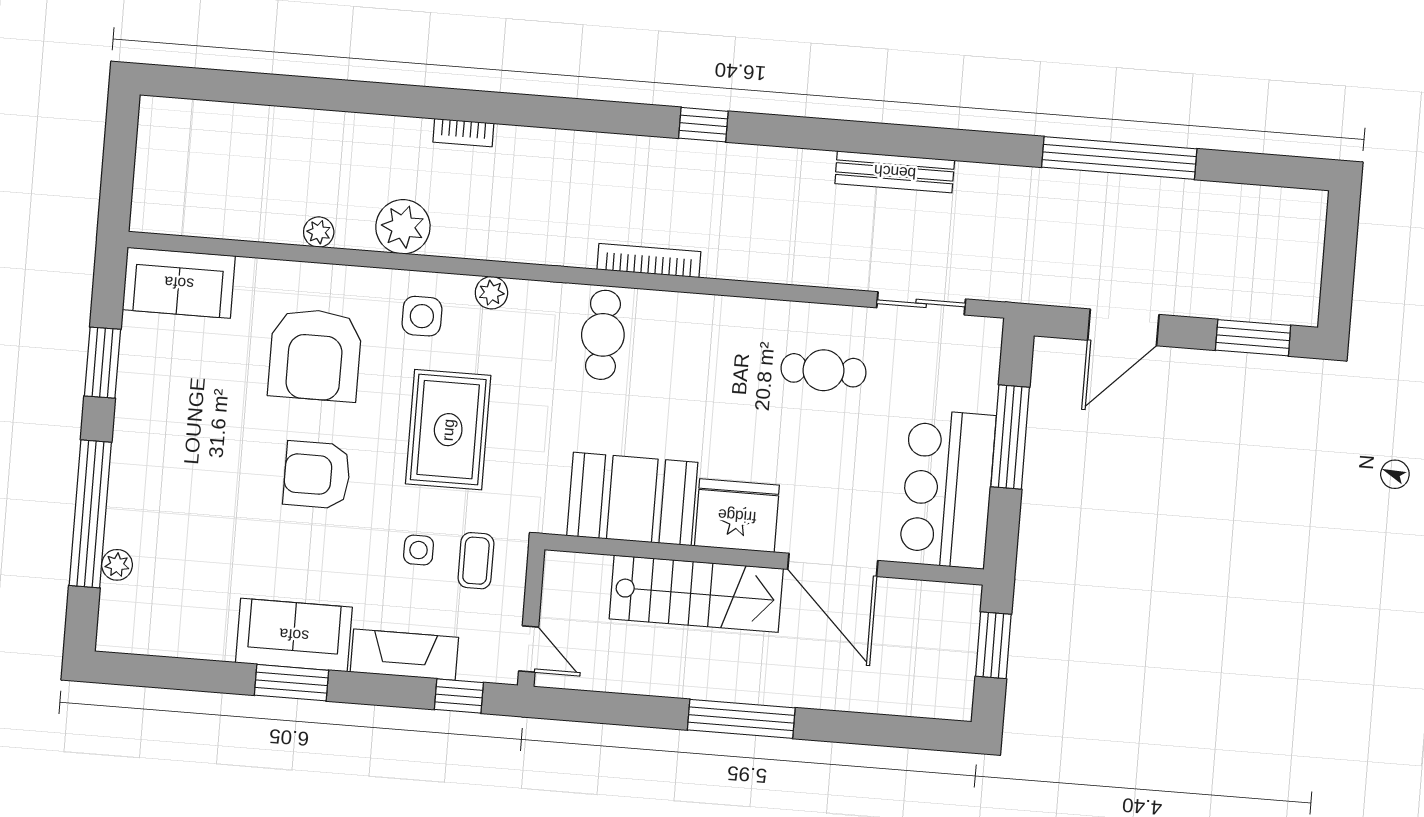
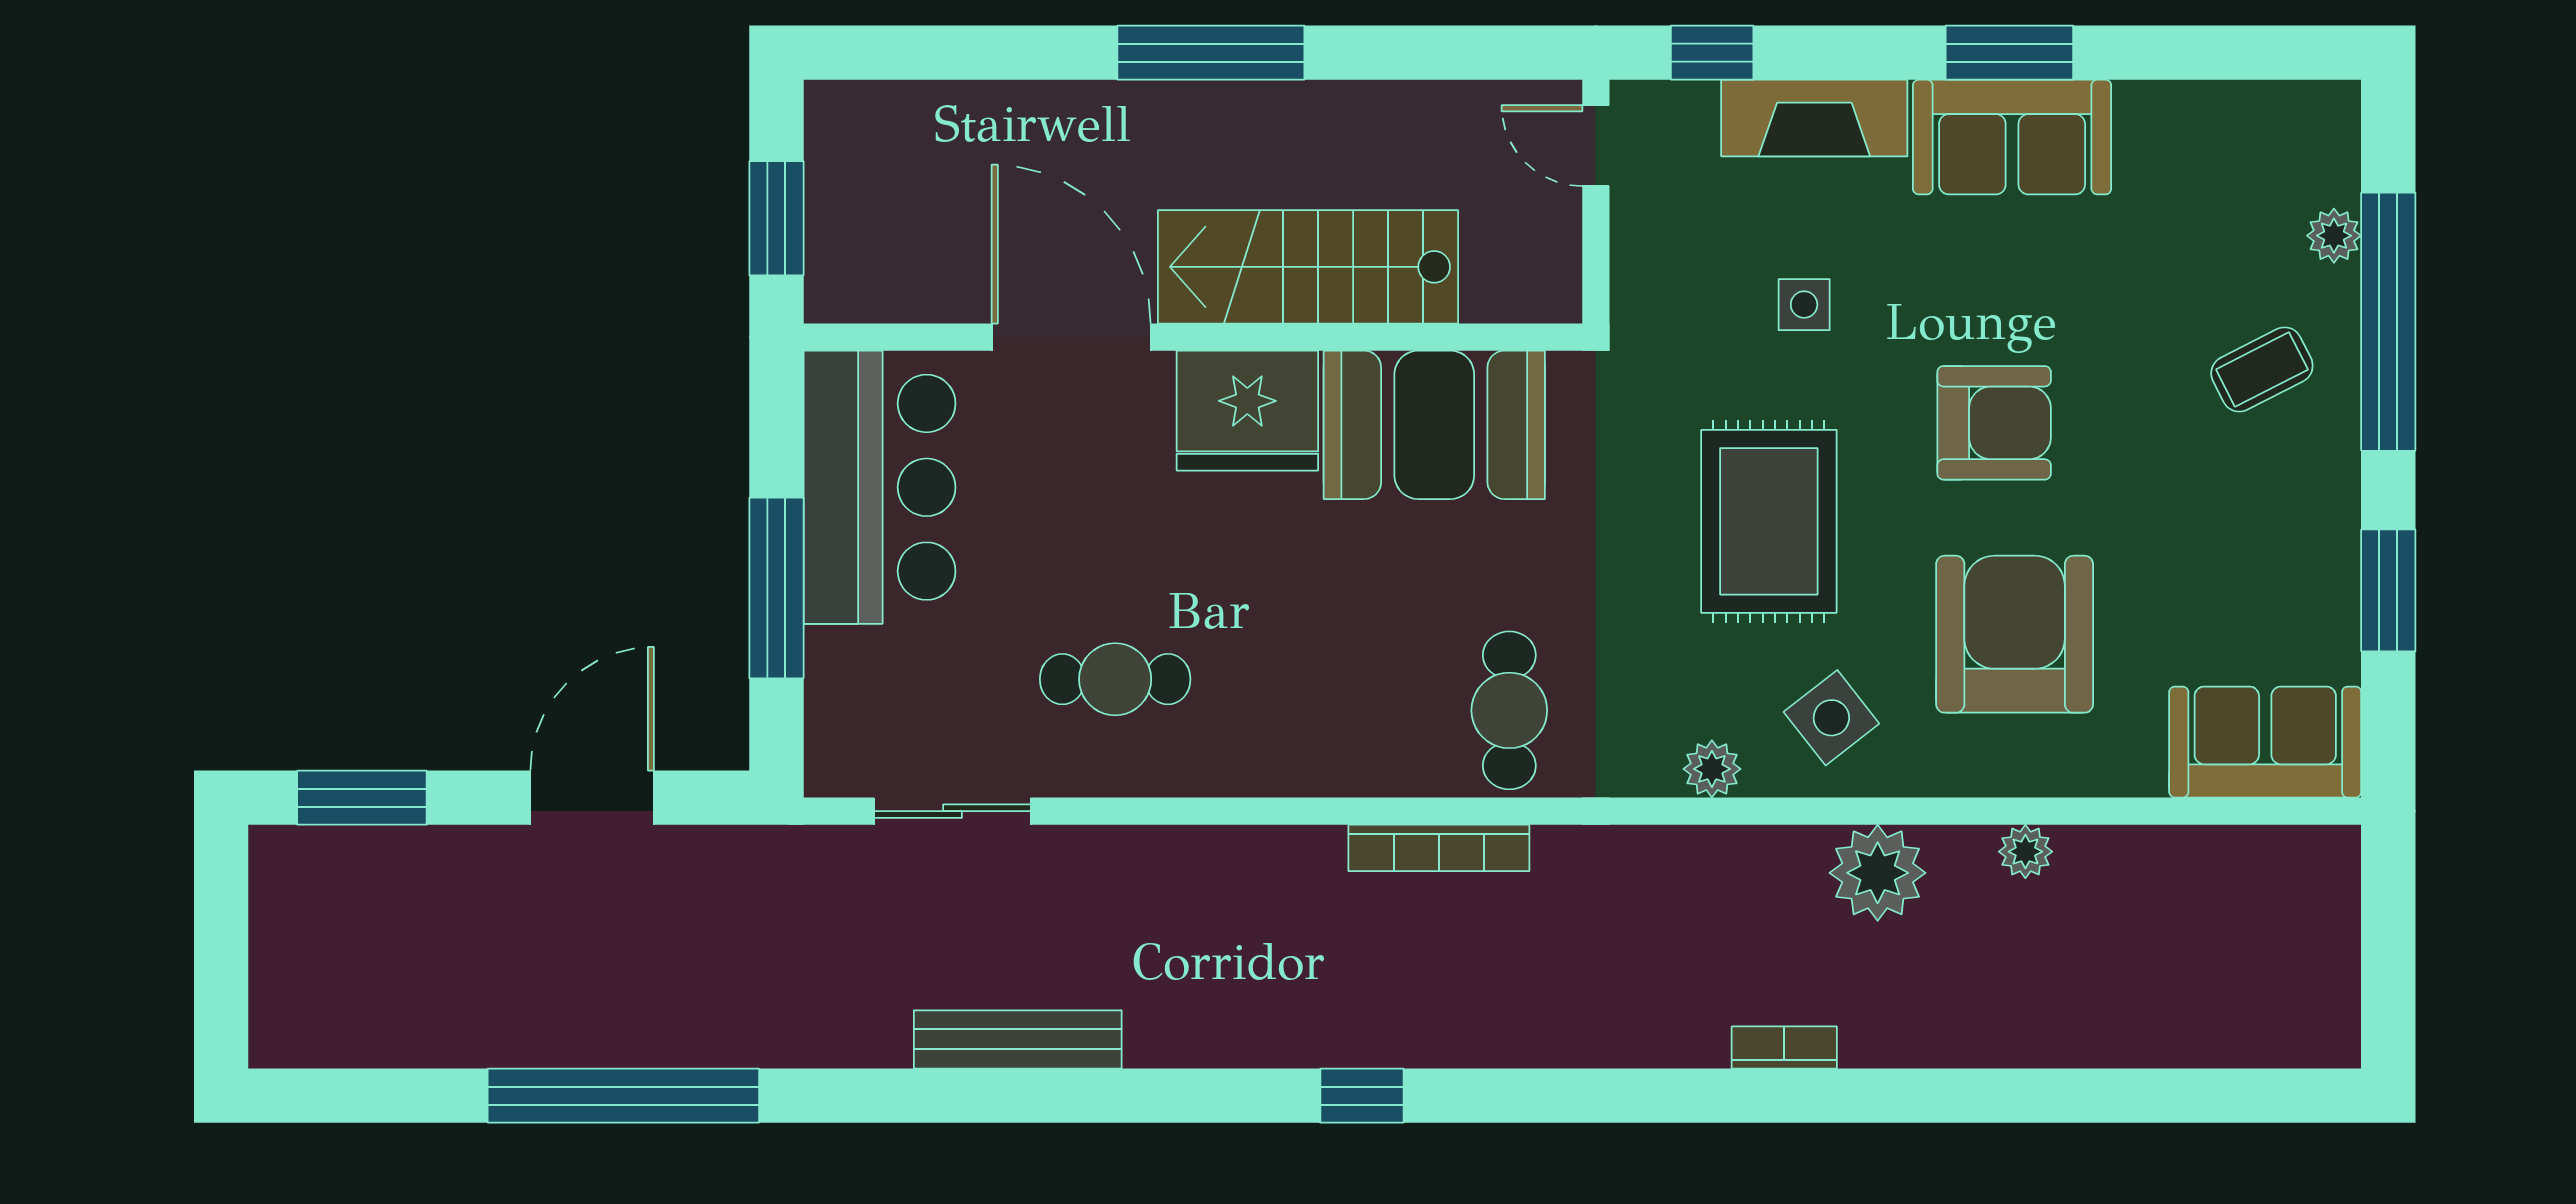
side table: (422, 316) -> (1831, 718), turned -38
coffee table: (476, 561) -> (2262, 369), moved, turned 63

